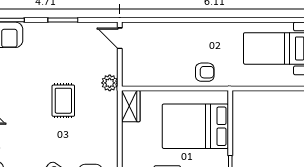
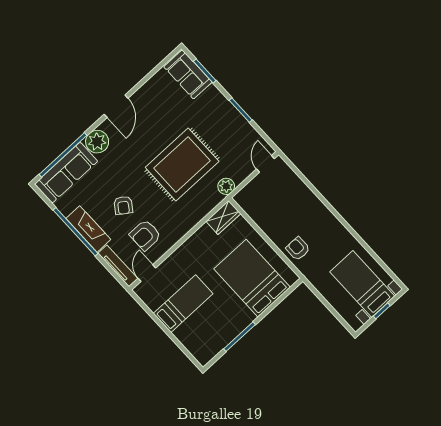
armchair: (205, 72) -> (298, 249), turned 180
rug: (63, 101) -> (182, 164), width x1.86, depth x2.06

